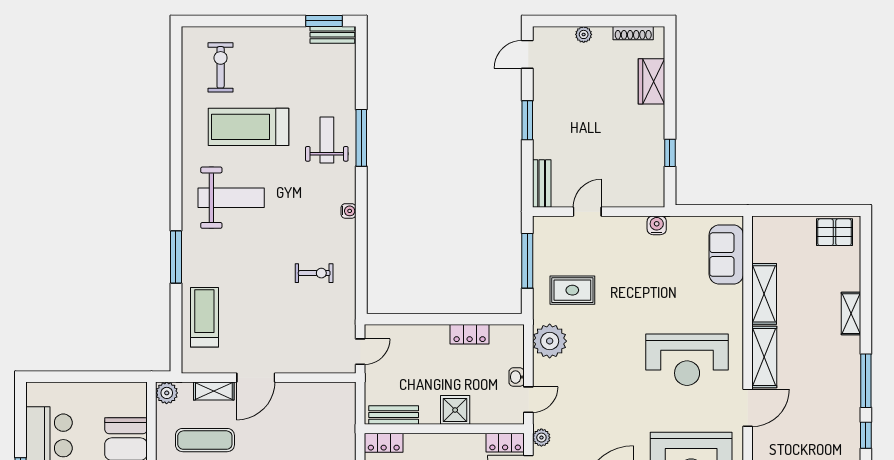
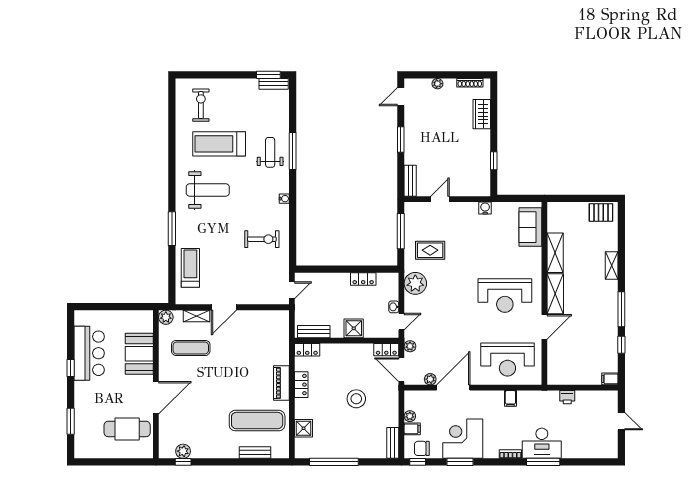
exercise bike: (314, 273) -> (262, 239), width x1.38, depth x1.39

